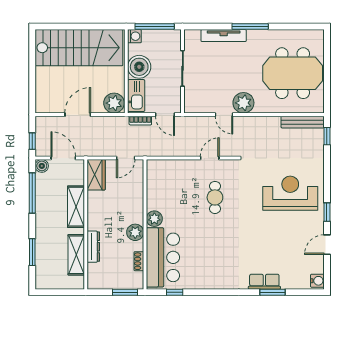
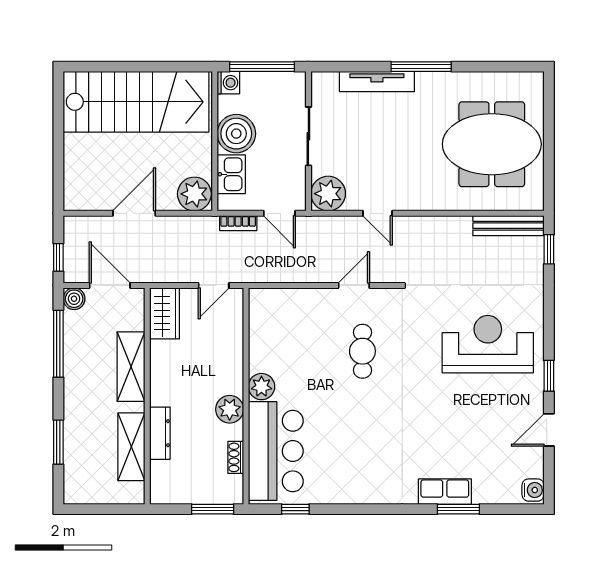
kitchen sink: (136, 96) -> (231, 174), width x0.73
plant: (243, 103) -> (328, 194), moved

